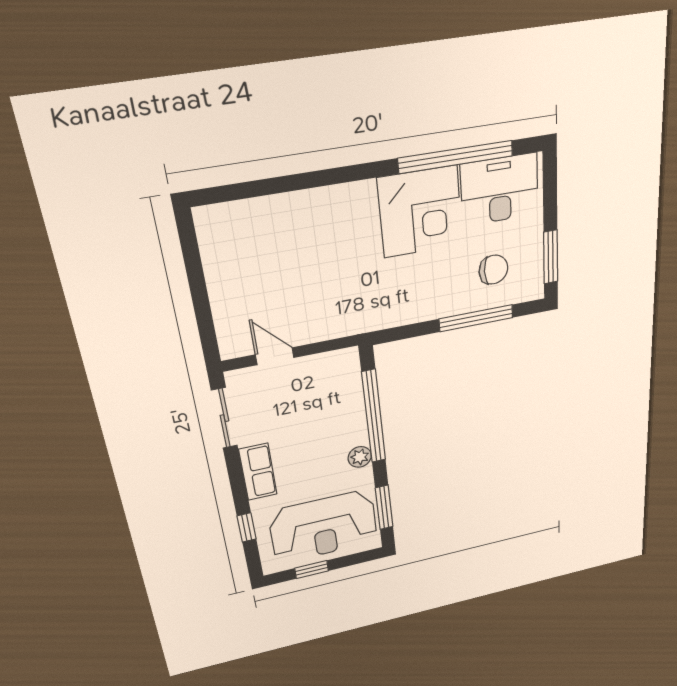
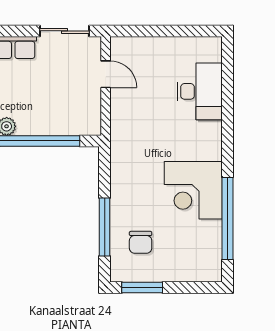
desk: (500, 190) -> (200, 91), moved
door: (275, 356) -> (106, 74), hinge flipped

